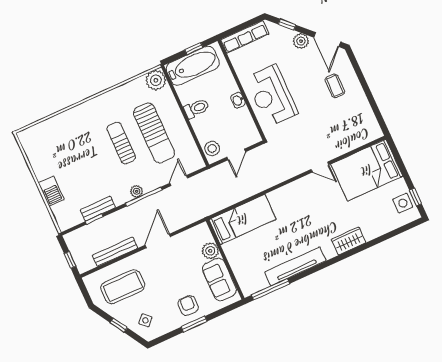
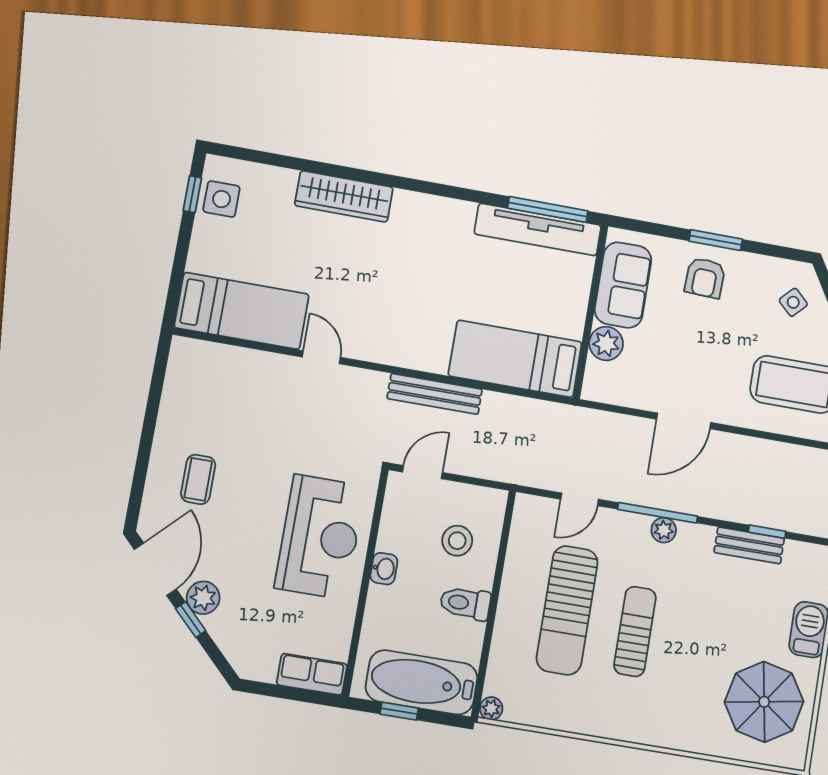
window: (287, 25) -> (191, 620), moved
row of seats: (245, 37) -> (312, 674), width x0.68
plant: (156, 80) -> (491, 708), width x0.53, depth x0.53
sun lounger: (154, 133) -> (567, 610), turned 180
sun lounger: (121, 143) -> (635, 631), turned 180
stool: (212, 148) -> (457, 541), moved
parasol: (50, 150) -> (764, 702), added
door: (236, 154) -> (422, 472), moved
bed: (367, 170) -> (242, 311), width x0.67
wardrobe: (348, 241) -> (344, 196), width x1.50
bench: (115, 252) -> (435, 394), moved
tv unit: (295, 266) -> (538, 229), moved

